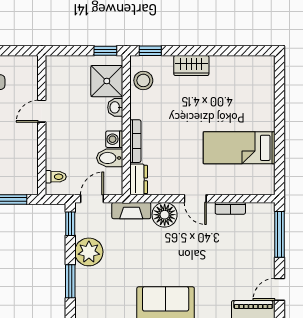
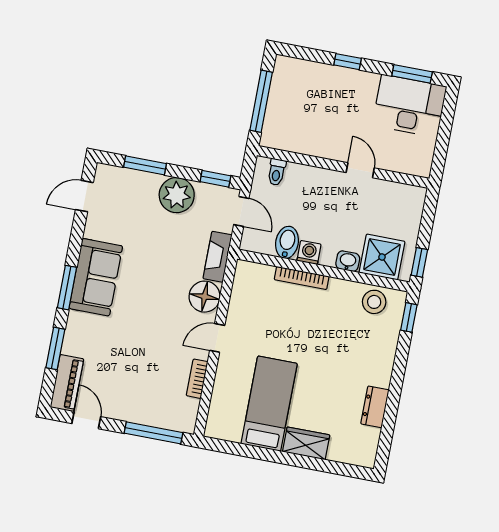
wardrobe: (191, 66) -> (306, 443), moved, turned 90
dresser: (139, 179) -> (375, 407), moved, turned 90

